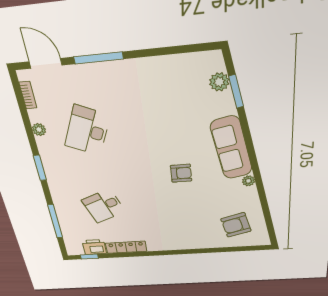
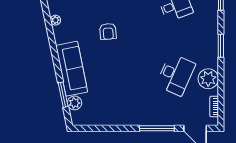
plant: (39, 130) -> (208, 79), width x1.87, depth x1.87
sofa: (231, 148) -> (72, 69), moved
armchair: (181, 173) -> (108, 31), turned -95

